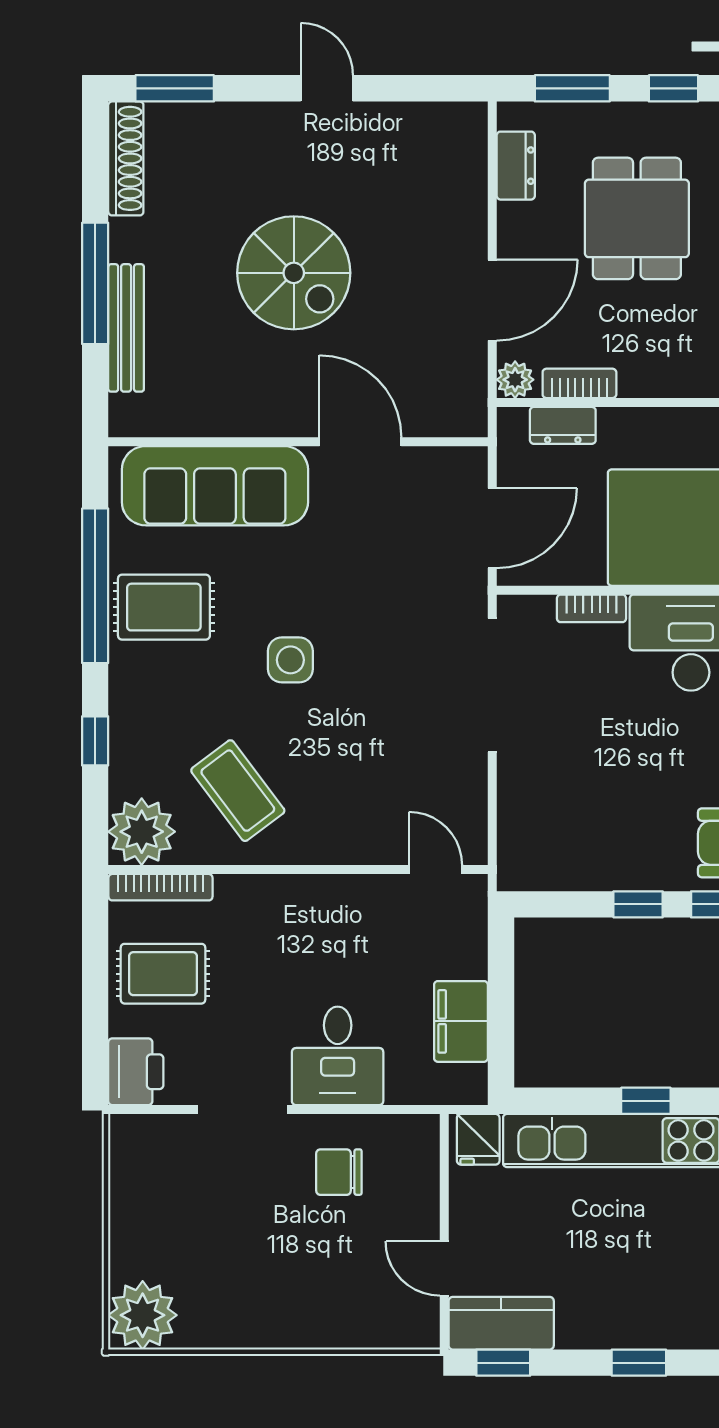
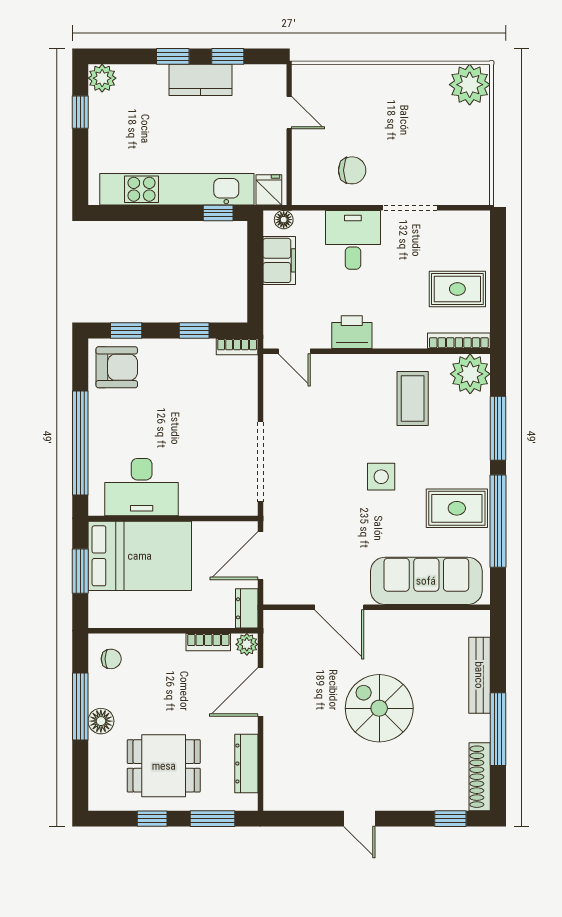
window: (175, 88) -> (450, 819), width x0.67
dresser: (516, 166) -> (246, 763), width x1.44
dining table: (637, 218) -> (164, 766), moved, turned 90
window: (95, 283) -> (498, 729), moved
dresser: (563, 425) -> (247, 608), moved, turned -90
bookcase: (592, 608) -> (237, 347), moved, turned 180
window: (95, 741) -> (498, 428), width x2.17
coffee table: (238, 791) -> (413, 399), turned 37
window: (638, 904) -> (194, 330), moved
printer: (136, 1072) -> (352, 332), moved, turned 90
floor lamp: (453, 1090) -> (284, 220), added
window: (646, 1101) -> (218, 213), moved
kitchen counter: (501, 1323) -> (201, 80), moved
window: (503, 1363) -> (228, 56), moved

